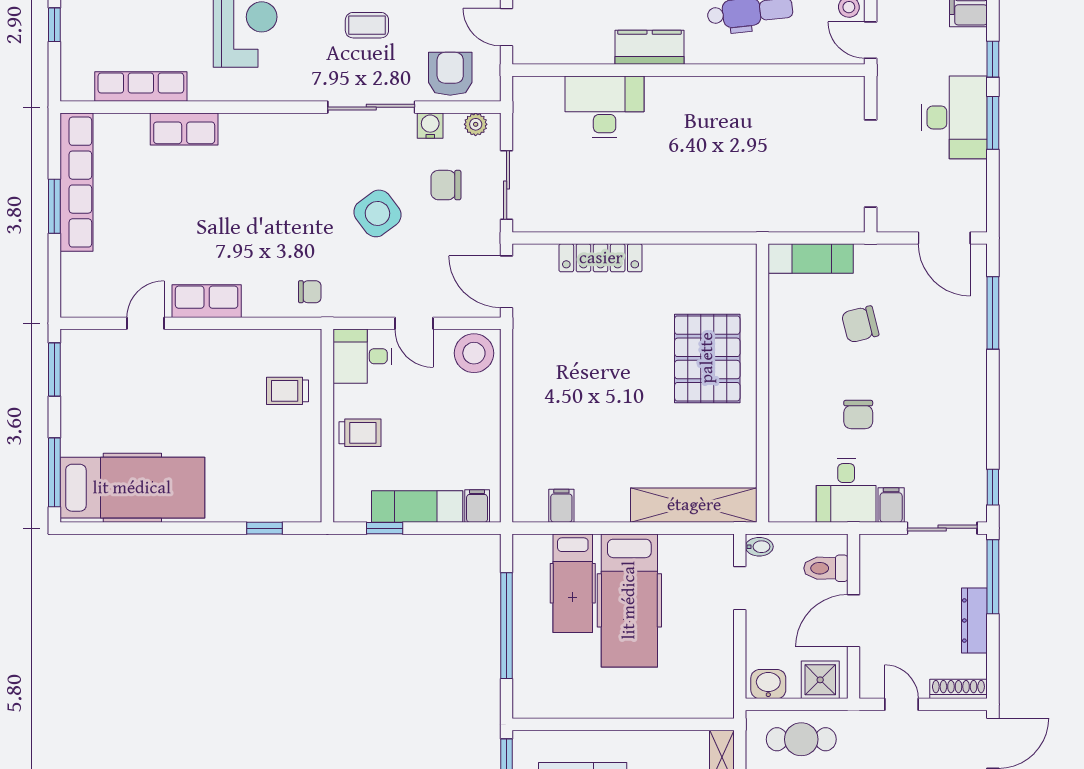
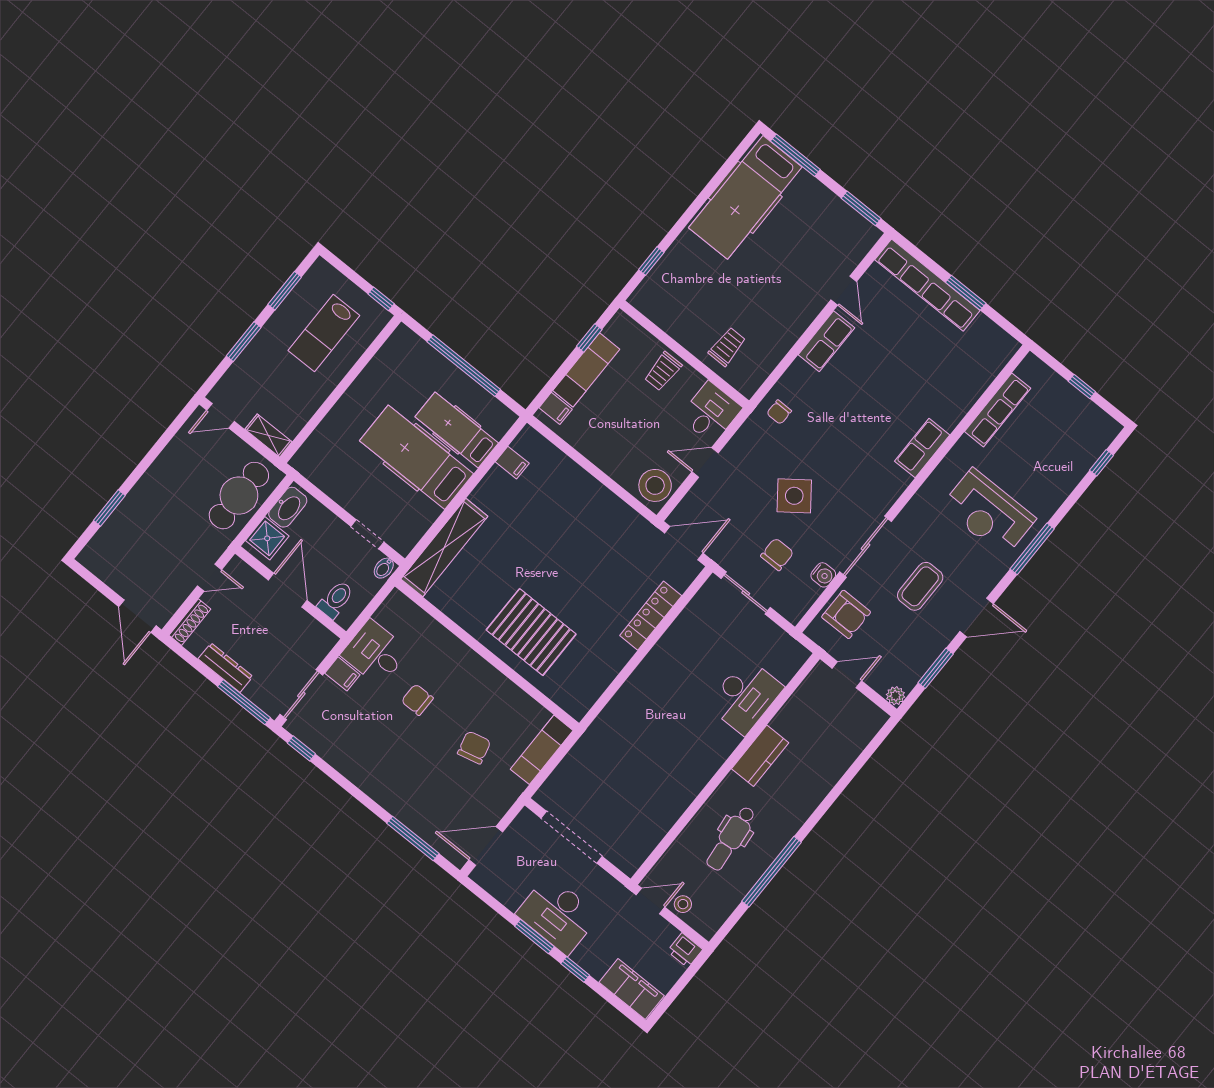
coffee table: (367, 25) -> (920, 586), width x1.36, depth x1.30
plant: (476, 124) -> (801, 605), removed
row of seats: (184, 129) -> (922, 448), moved
row of seats: (76, 182) -> (927, 285), moved
washbasin: (768, 684) -> (288, 507), width x1.38
cafe table: (801, 739) -> (239, 496), width x1.37, depth x1.35

